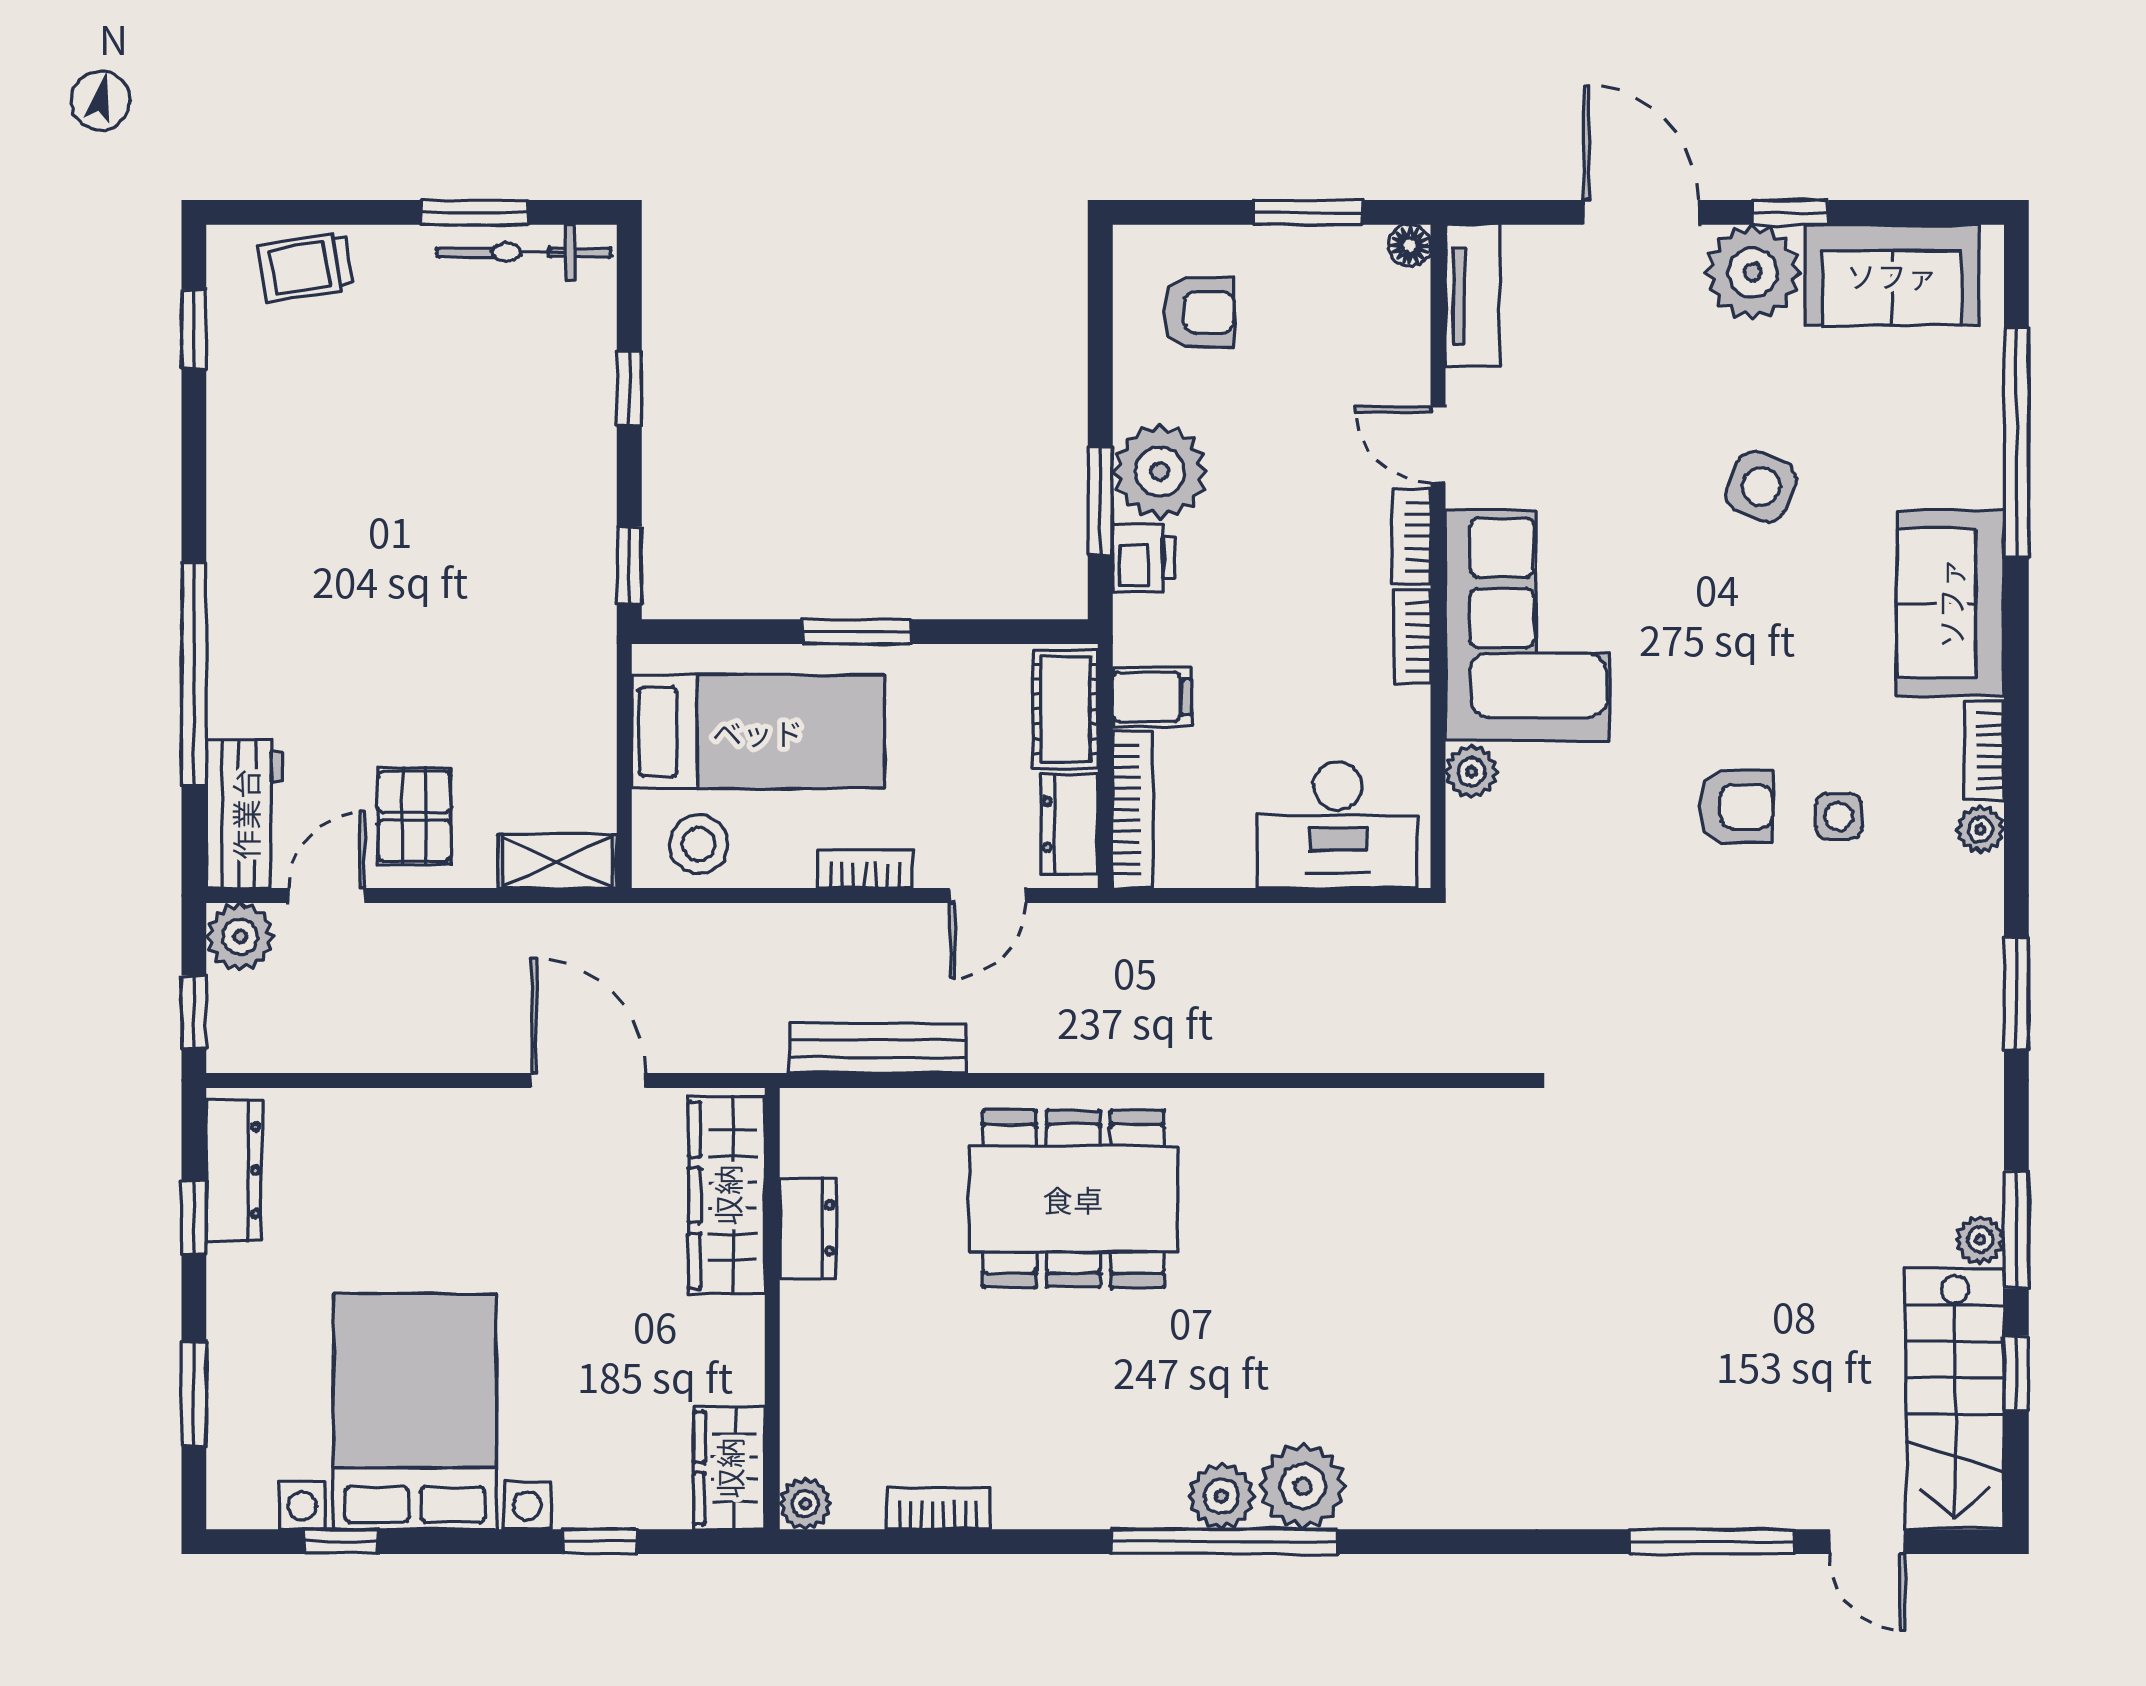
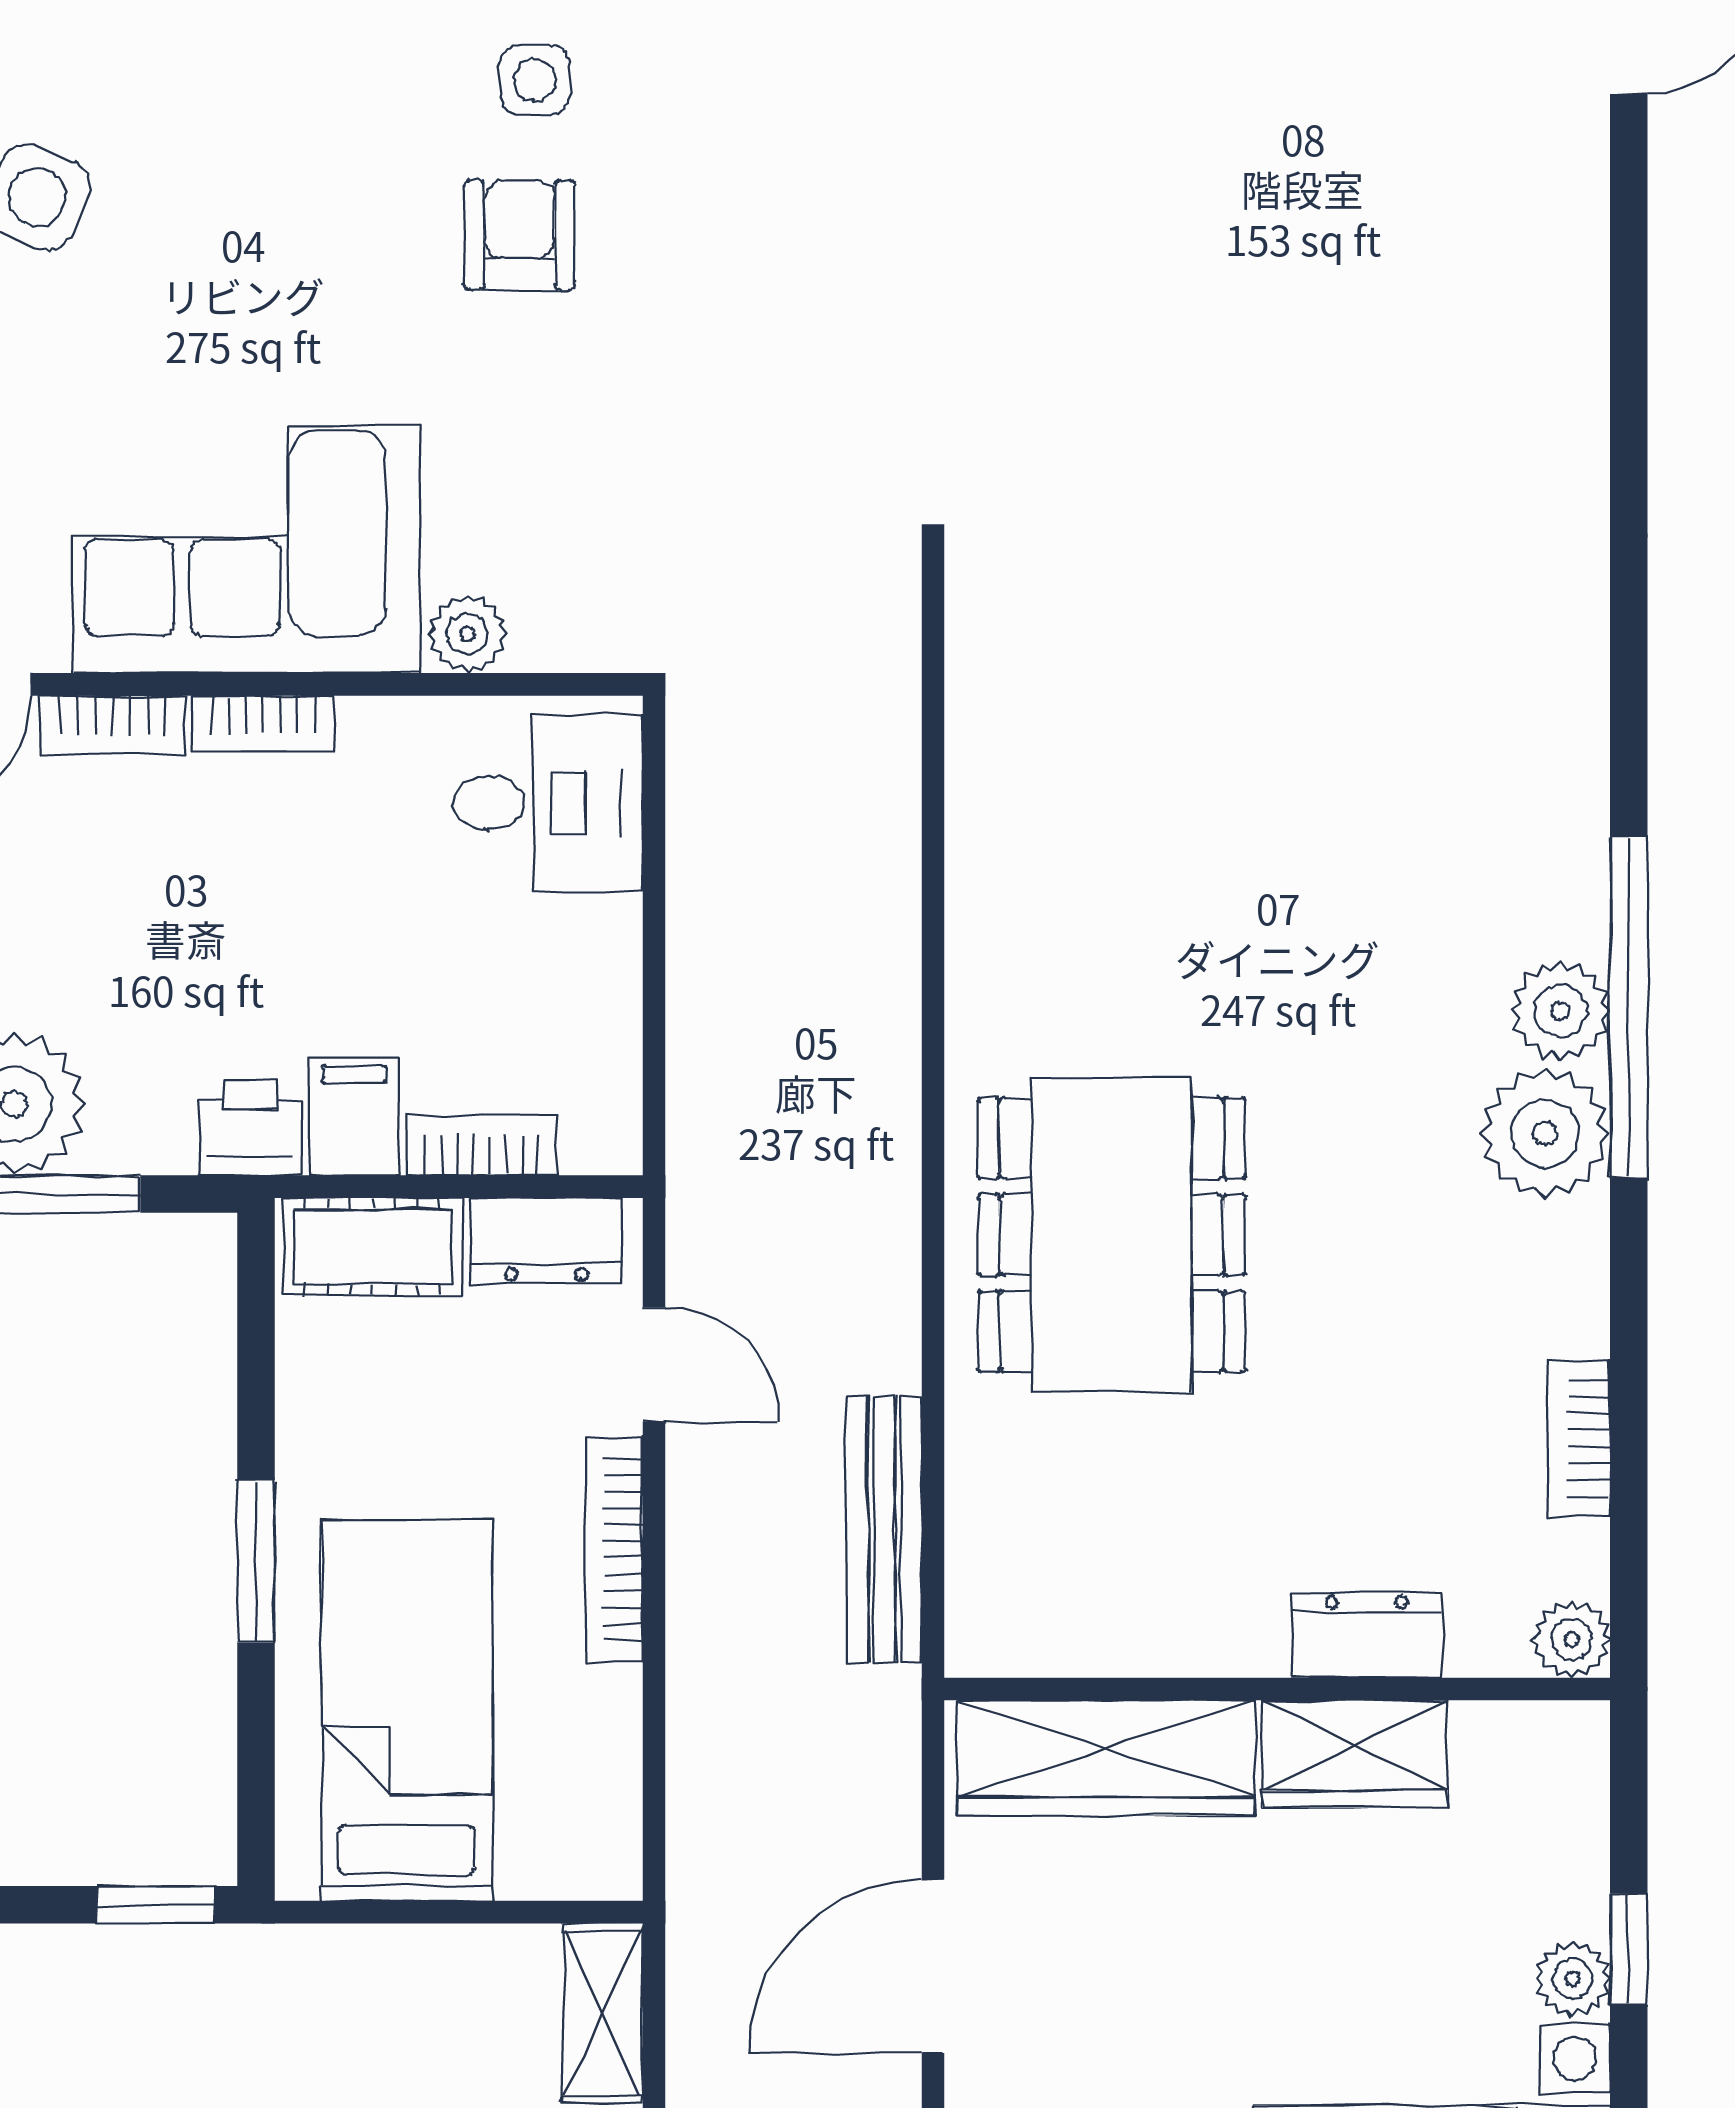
printer: (1144, 558) -> (250, 1128), moved
bookcase: (1133, 810) -> (482, 1145), width x0.64
desk: (1338, 825) -> (548, 803), width x0.73
stool: (698, 844) -> (576, 1800), removed
bookcase: (865, 869) -> (614, 1549), width x1.56
dresser: (808, 1228) -> (1367, 1635), moved
wardrobe: (729, 1468) -> (1355, 1754), moved
plant: (1303, 1486) -> (1545, 1133), moved
plant: (580, 1504) -> (1573, 1979), added
window: (1712, 1542) -> (1629, 271), removed

